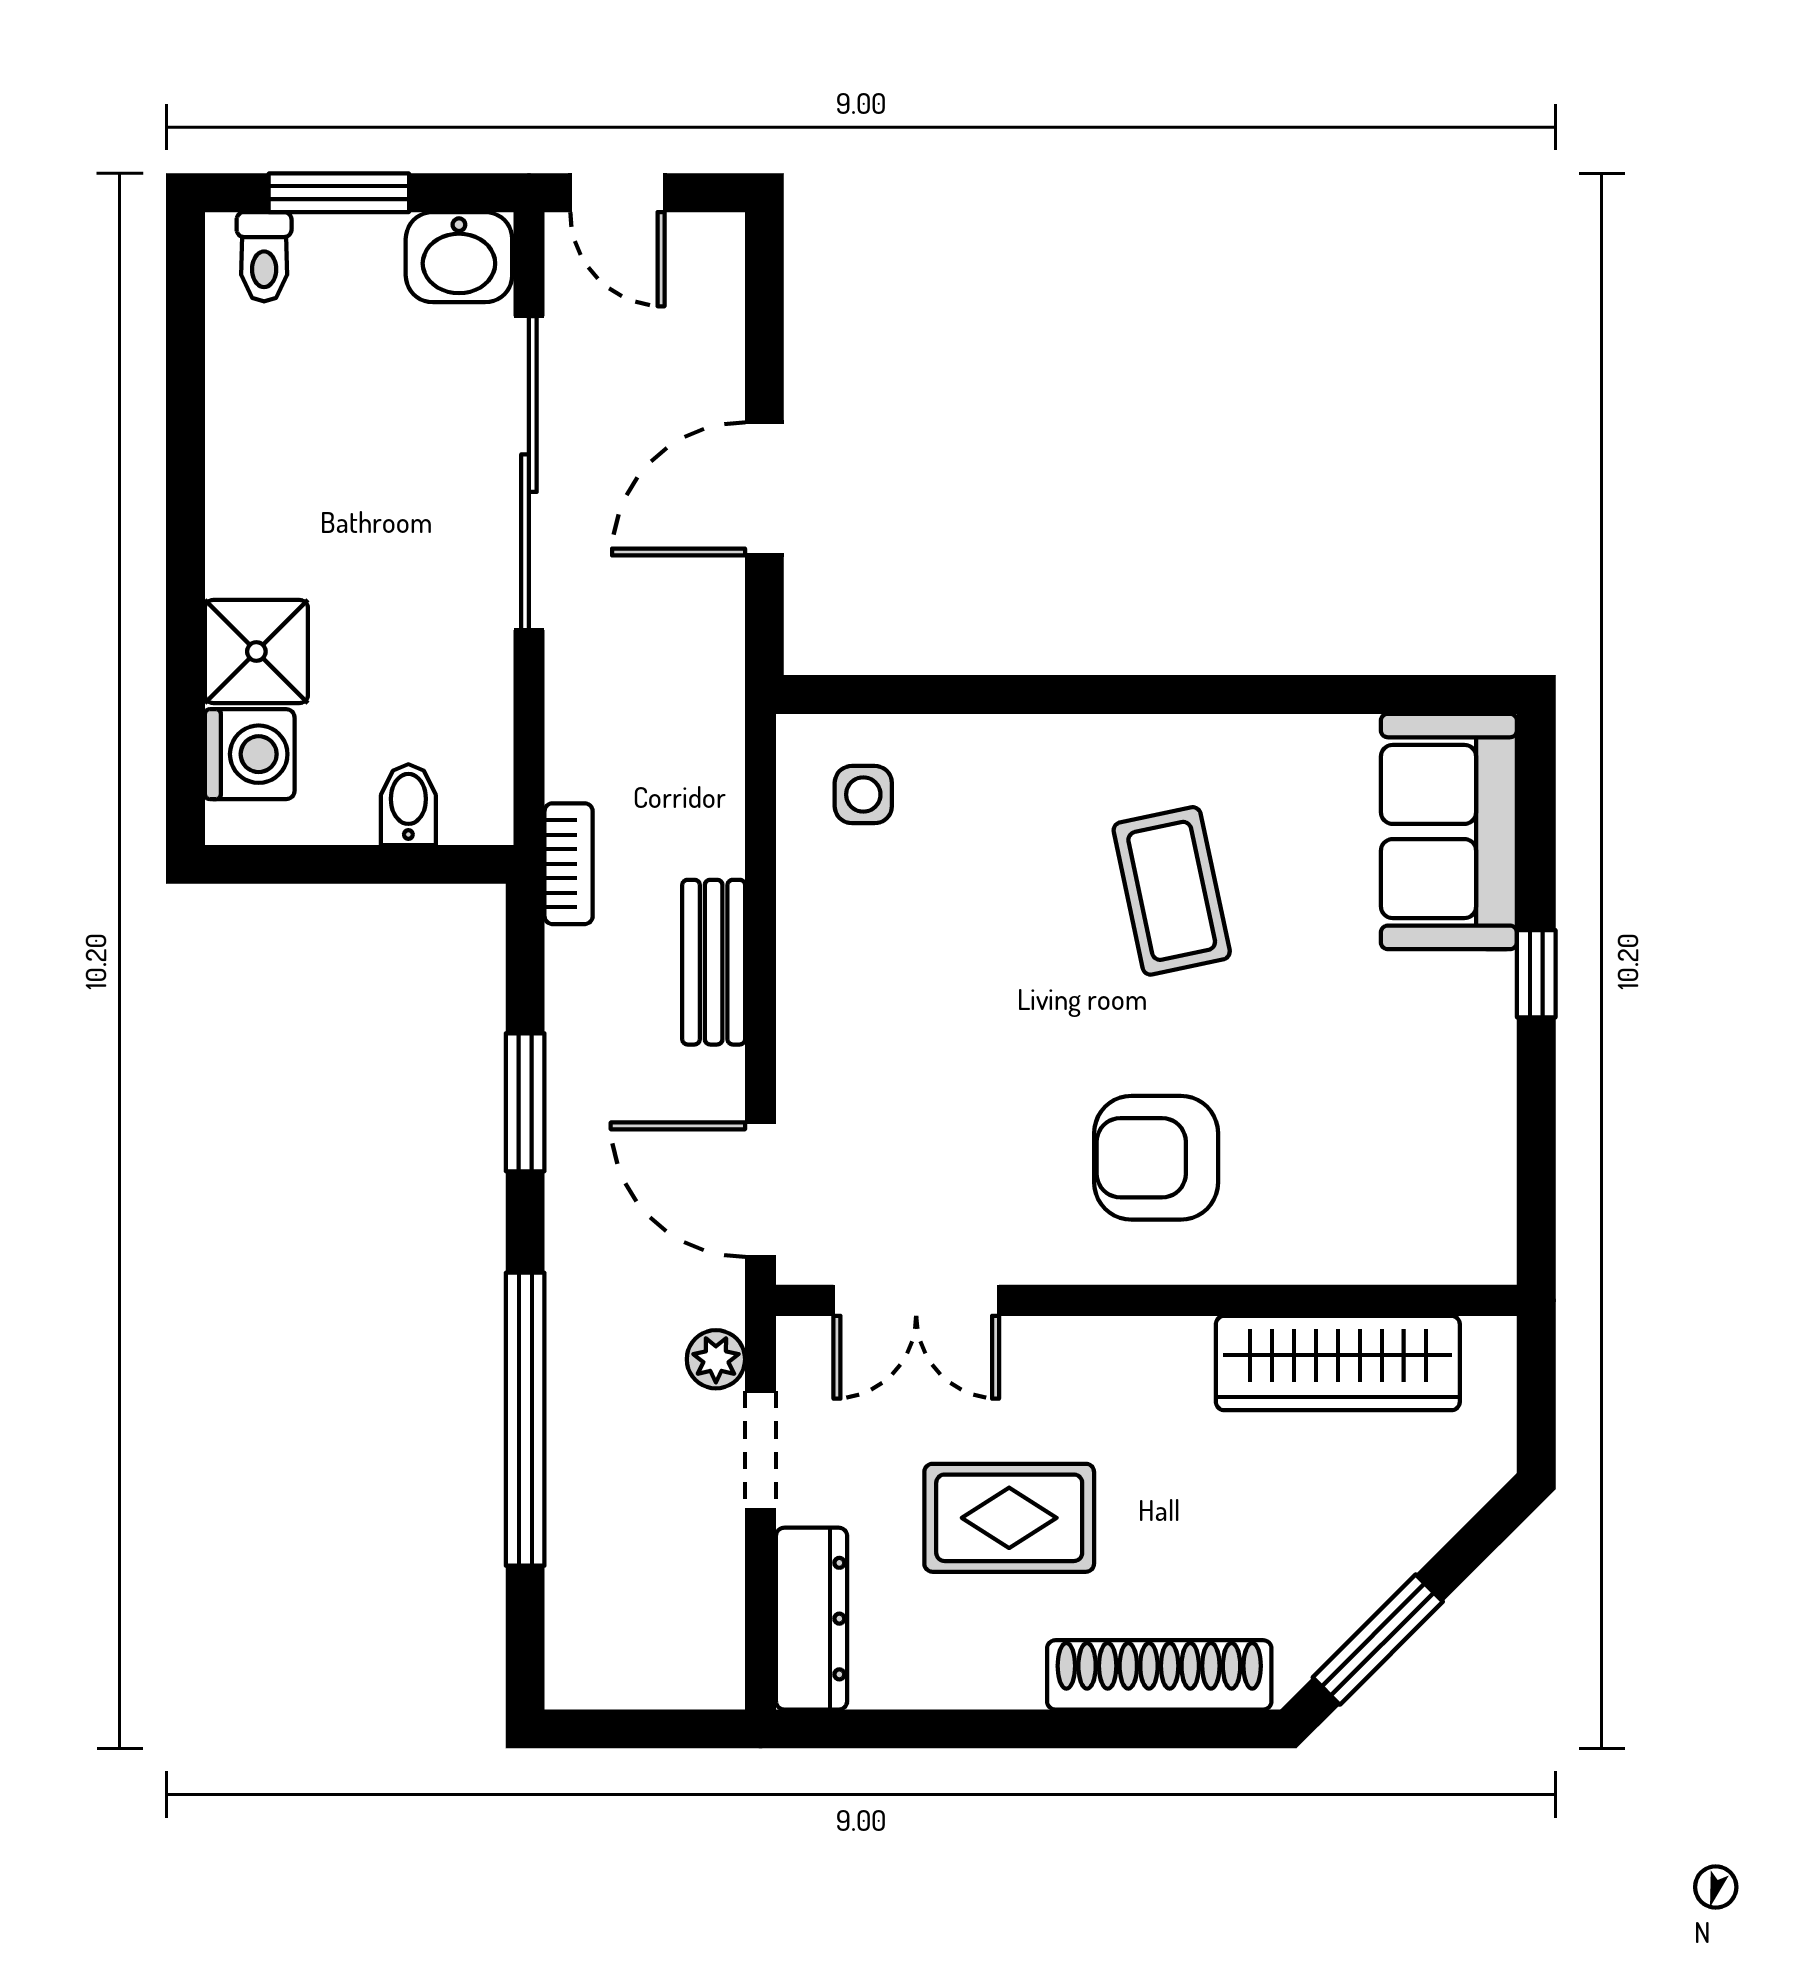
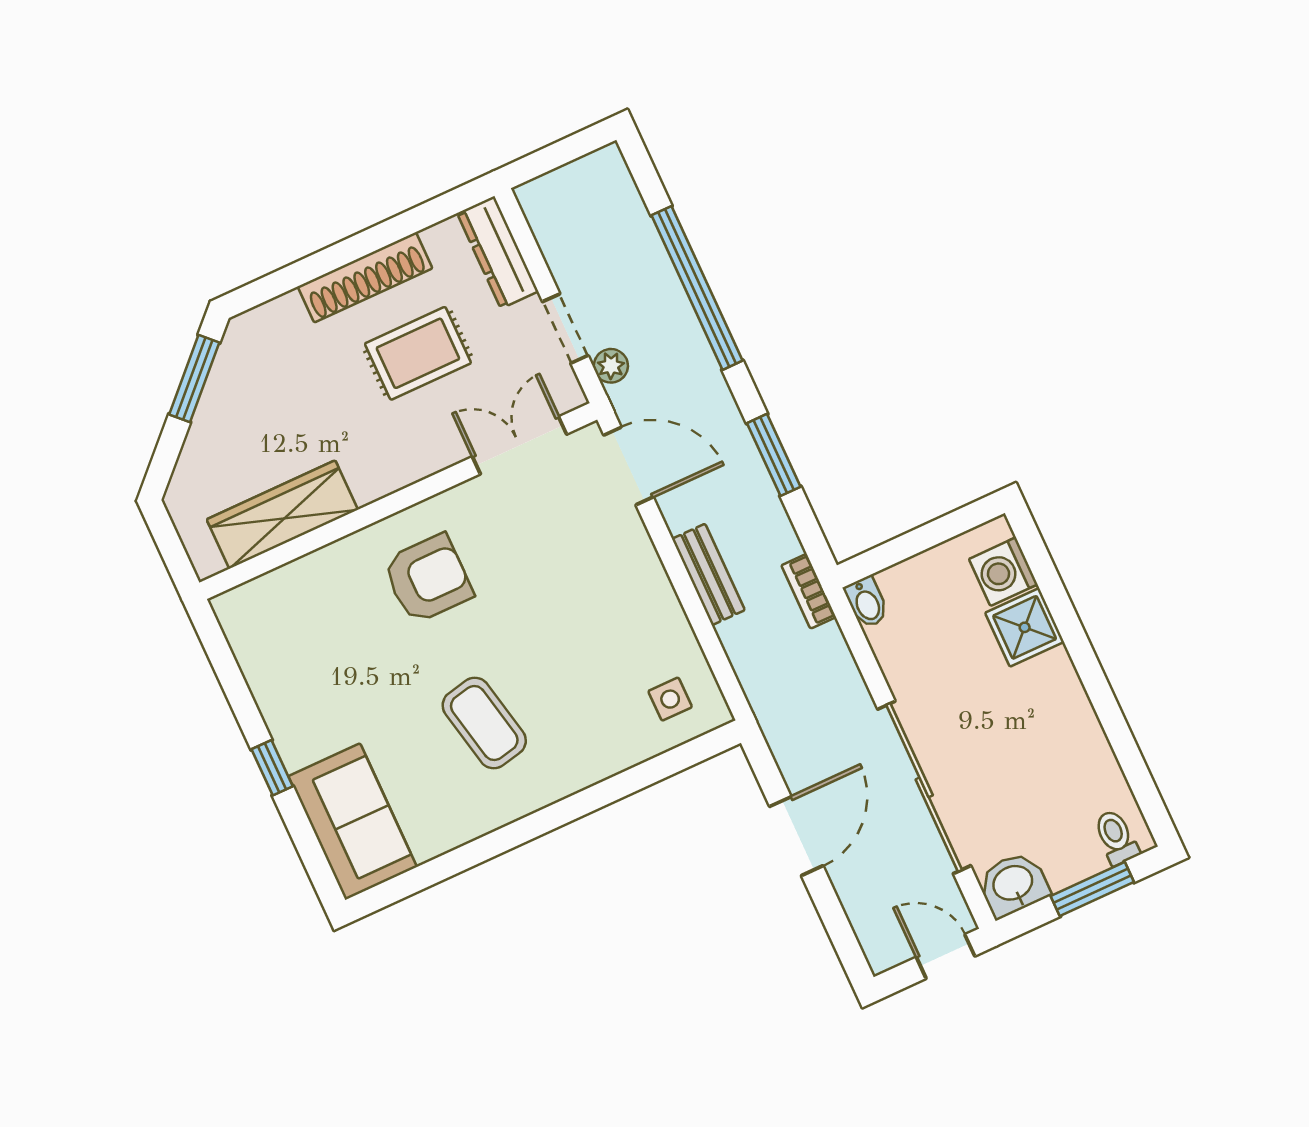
bidet: (408, 805) -> (866, 602), moved
shoe rack: (1159, 1675) -> (365, 277), moved

